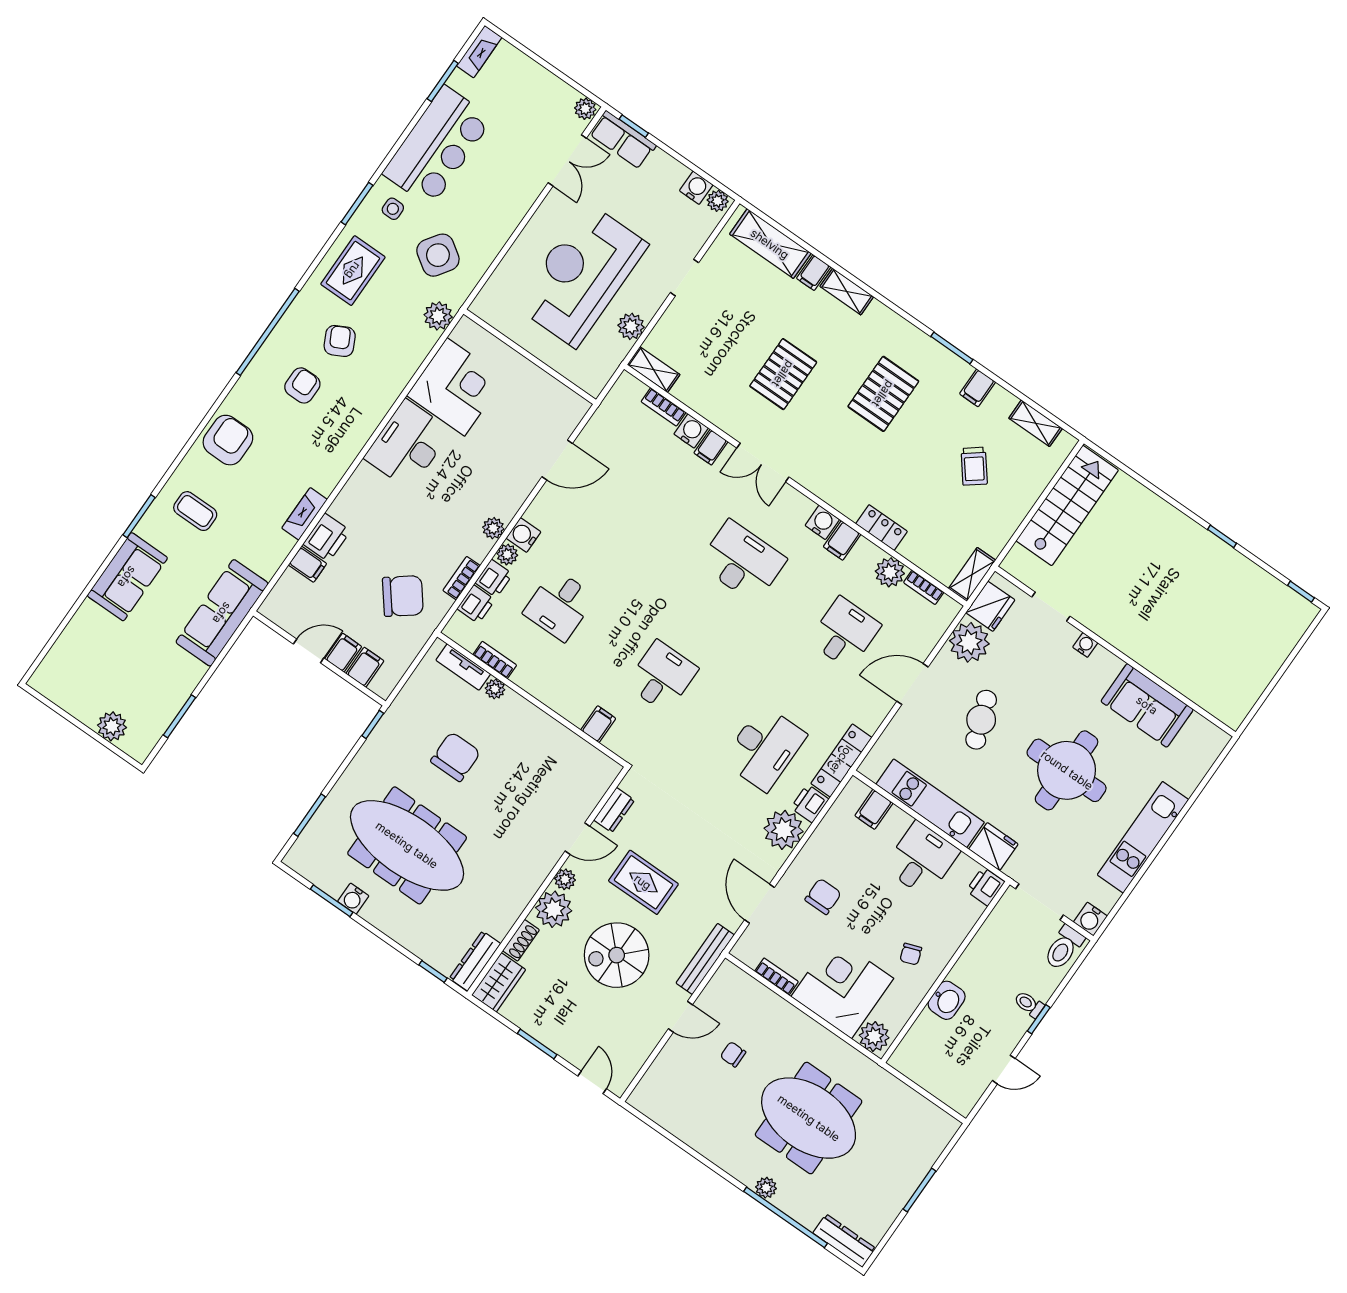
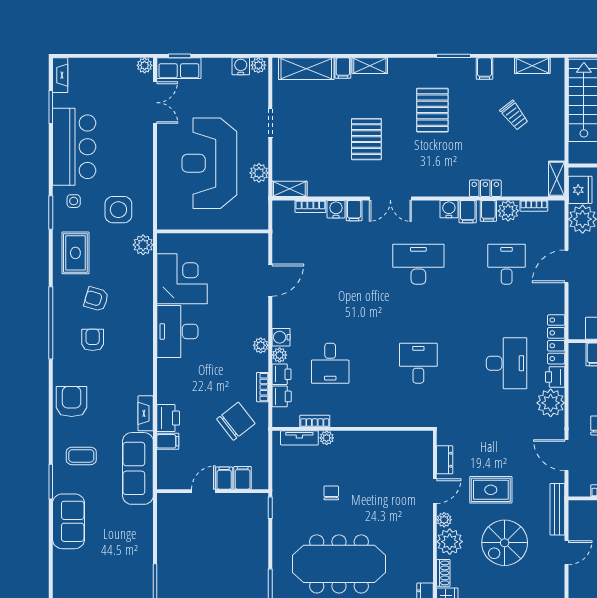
side table: (438, 255) -> (118, 210), turned -34
armchair: (340, 341) -> (96, 299), turned -47
sofa: (222, 613) -> (138, 468), moved
filing cabinet: (598, 724) -> (488, 211), moved, turned 180
chair: (456, 757) -> (331, 493), width x0.54, depth x0.54

